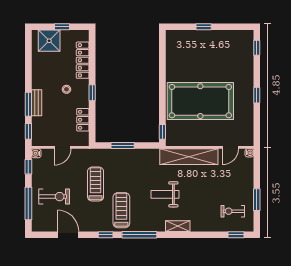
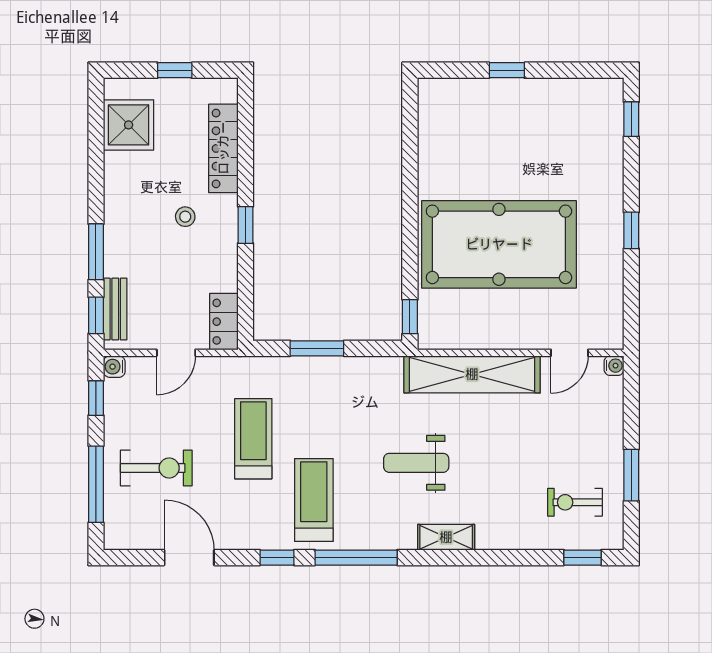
shower: (49, 41) -> (129, 125), moved
bench: (37, 103) -> (115, 309), moved
locker: (83, 120) -> (224, 322), moved

